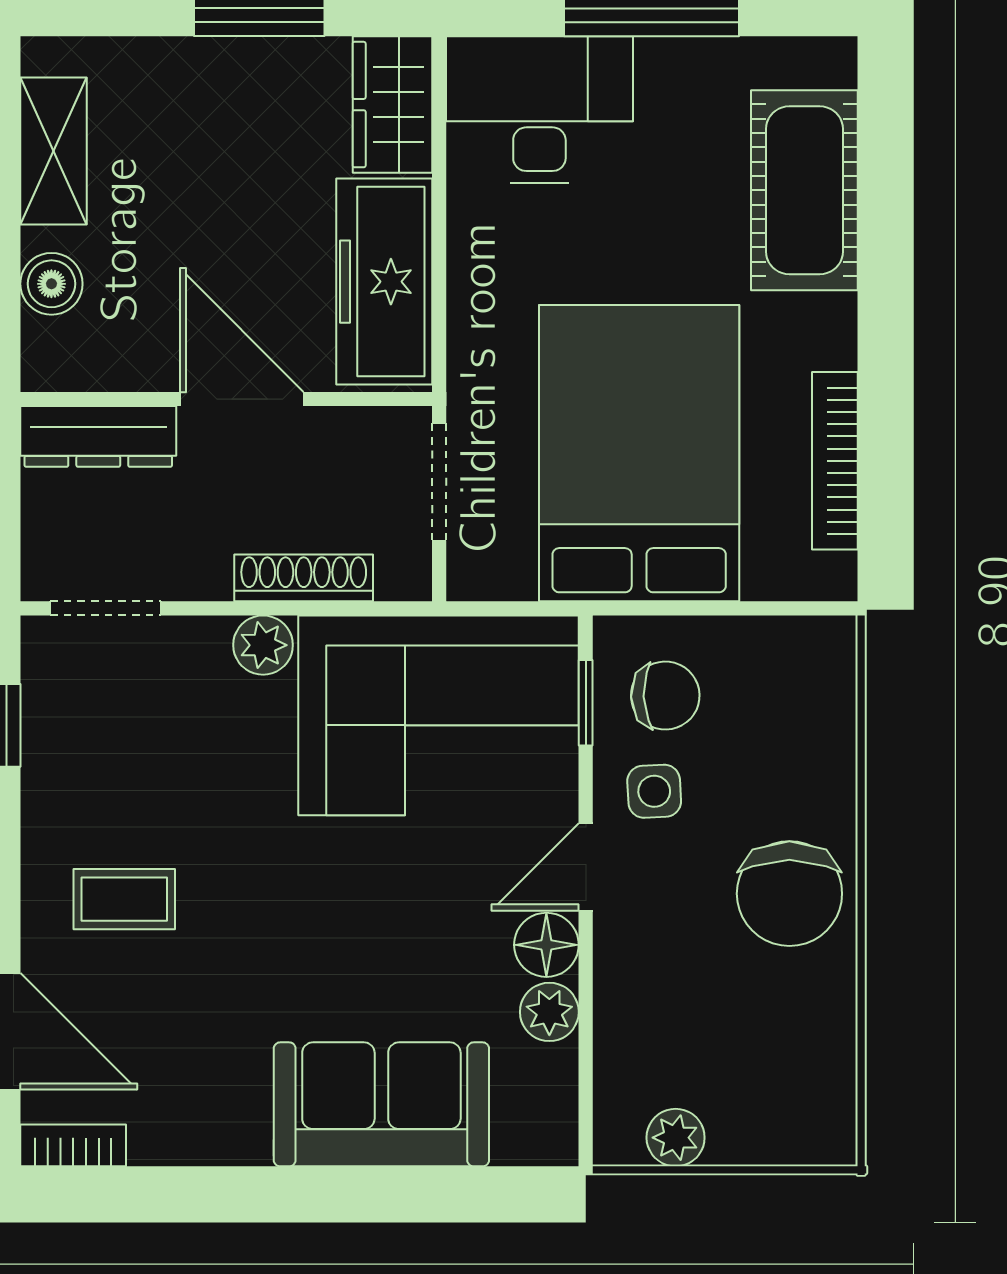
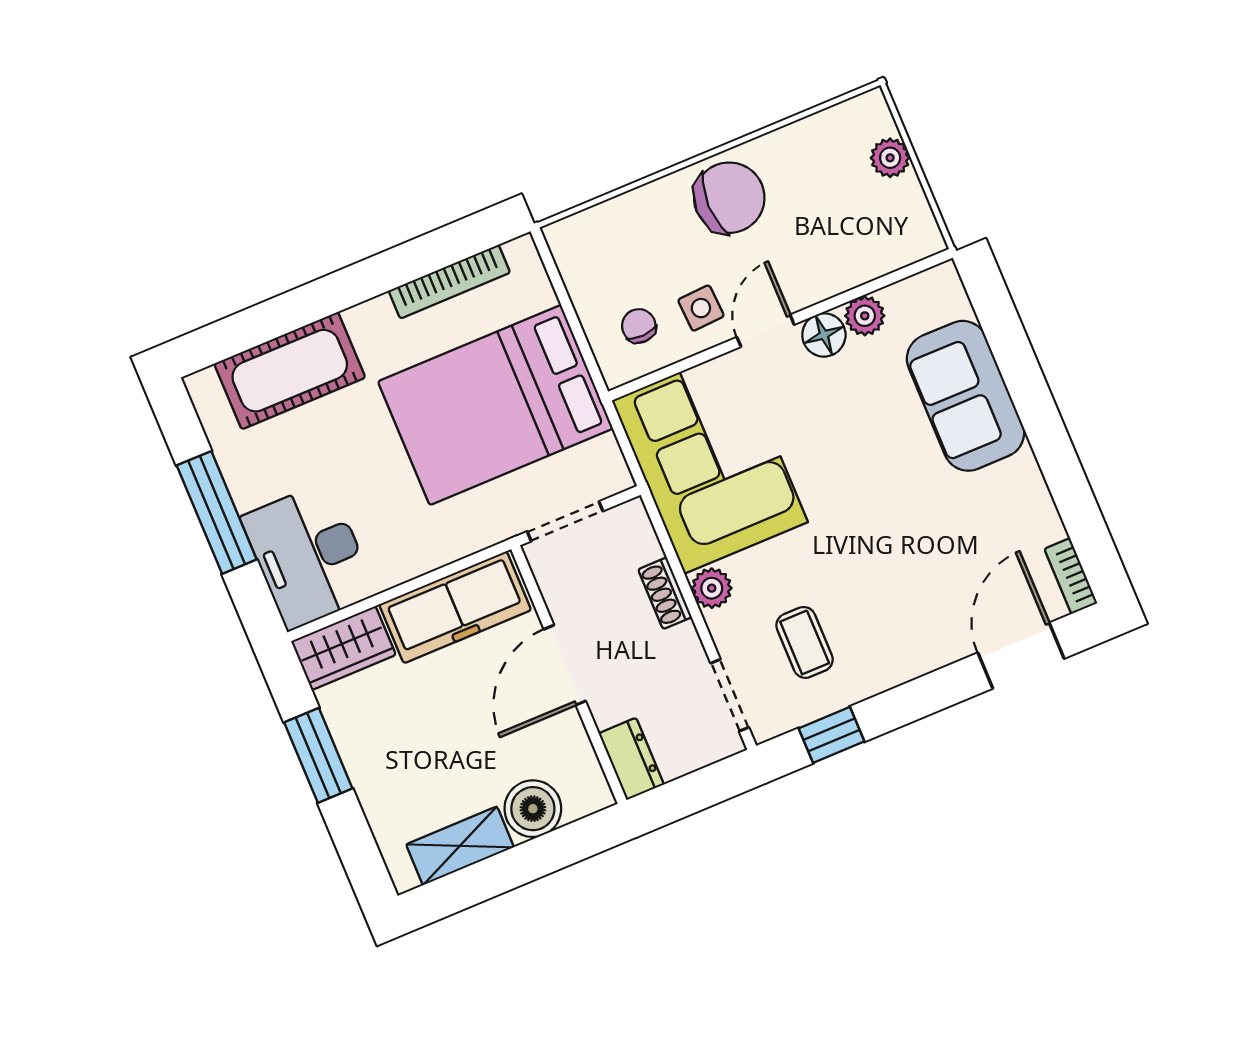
boiler: (51, 284) -> (533, 809), width x1.36, depth x1.36
dresser: (98, 436) -> (631, 759), width x0.70
shoe rack: (304, 578) -> (665, 593), width x0.70
chair: (665, 696) -> (639, 326), width x0.73, depth x0.73
window: (586, 703) -> (664, 373), removed
door: (586, 867) -> (766, 331), swing flipped
coffee table: (124, 899) -> (805, 642), moved
plant: (676, 1138) -> (890, 158), moved

